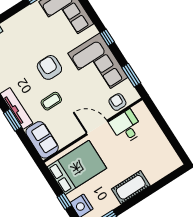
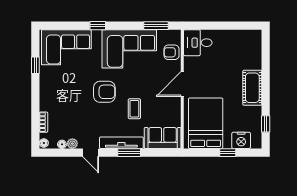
window: (107, 38) -> (98, 26), moved
armchair: (49, 67) -> (104, 92), turned 180
desk: (126, 127) -> (198, 43), moved

